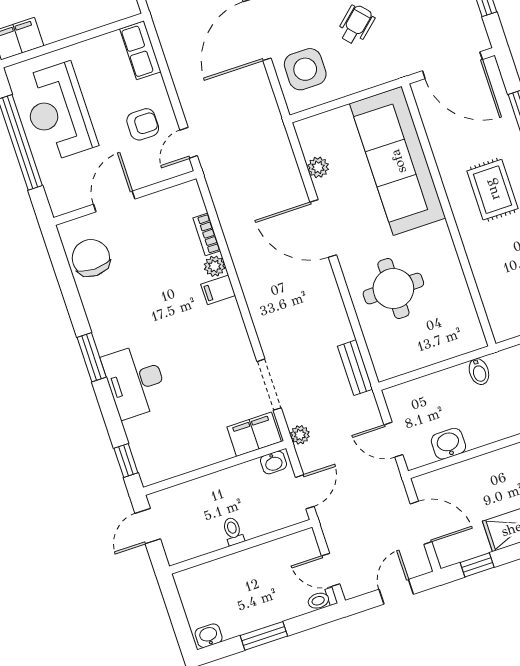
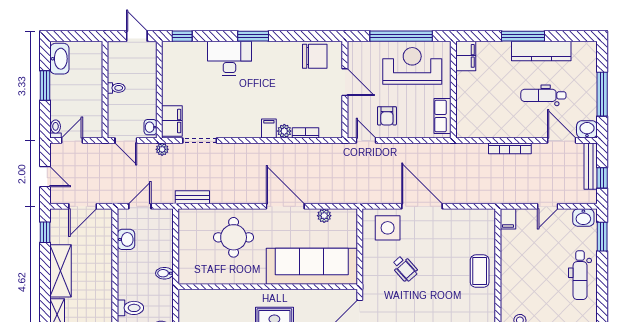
row of seats: (140, 50) -> (443, 116), moved, turned -90
door: (323, 229) -> (285, 206), hinge flipped
washbasin: (209, 636) -> (59, 59), width x1.91, depth x1.45

